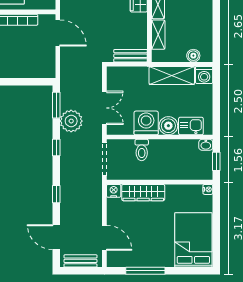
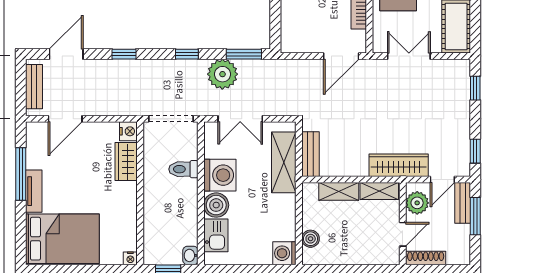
shelving: (172, 76) -> (284, 162), moved
wardrobe: (143, 193) -> (126, 162), width x0.67
tv unit: (158, 261) -> (34, 191), added

